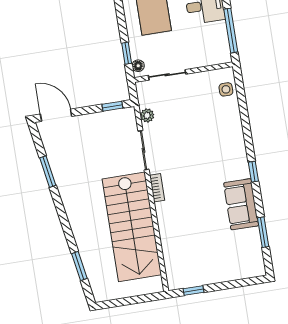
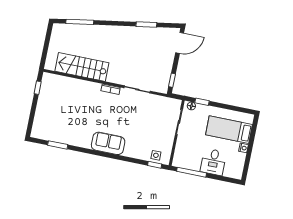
plant: (147, 115) -> (158, 100), removed
window: (253, 172) -> (155, 165), moved
sofa: (241, 204) -> (108, 143), moved
stairs: (132, 227) -> (82, 67), width x0.73, depth x0.66
window: (79, 266) -> (80, 22), width x1.44

